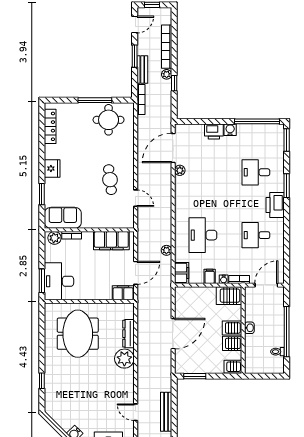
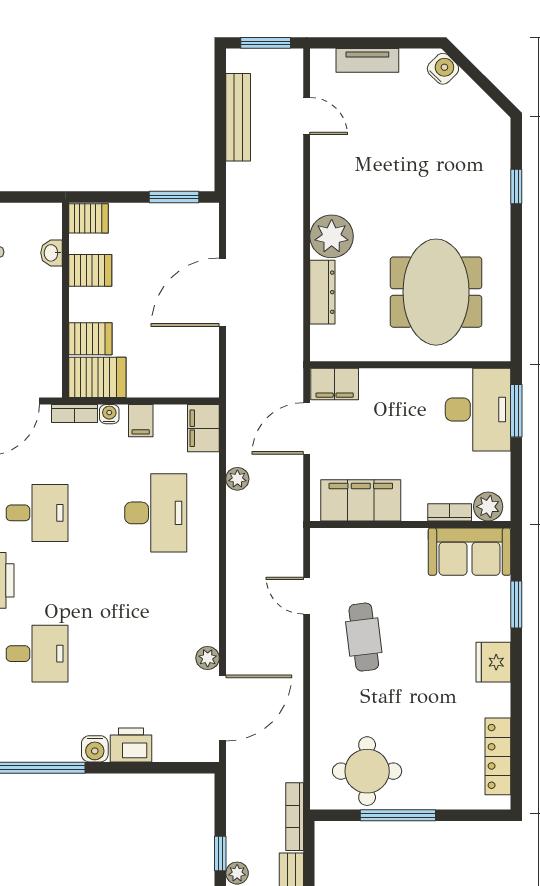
server rack: (232, 328) -> (90, 339), moved
washbasin: (249, 328) -> (52, 253), moved

